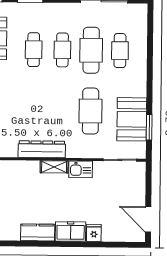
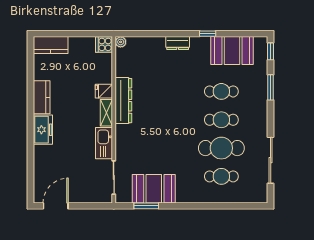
cafe table: (91, 111) -> (162, 148), removed
kitchen sink: (81, 169) -> (104, 143), width x1.38
fridge: (94, 233) -> (104, 91), moved, turned 180

